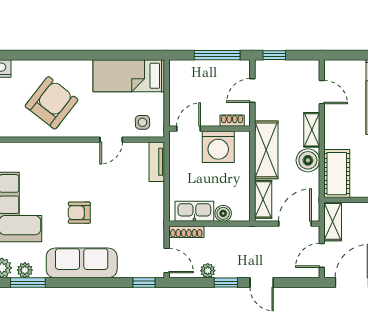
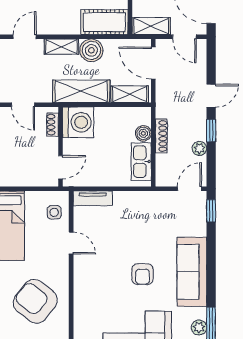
door: (189, 129) -> (60, 167), swing flipped
washing machine: (218, 147) -> (78, 122), moved
shoe rack: (186, 232) -> (161, 136), moved

